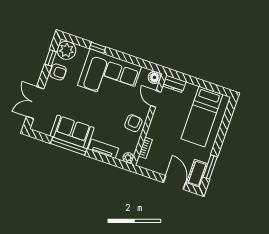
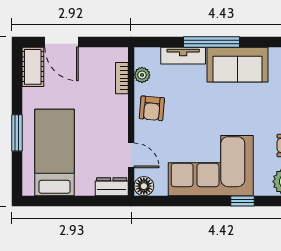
window: (69, 146) -> (212, 42), moved
plant: (128, 158) -> (142, 75), moved
window: (210, 167) -> (17, 133), moved

